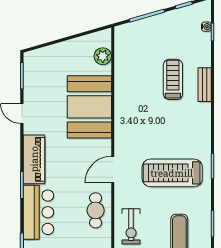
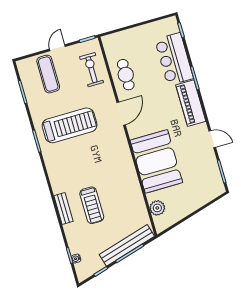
bench: (147, 25) -> (127, 245), added

